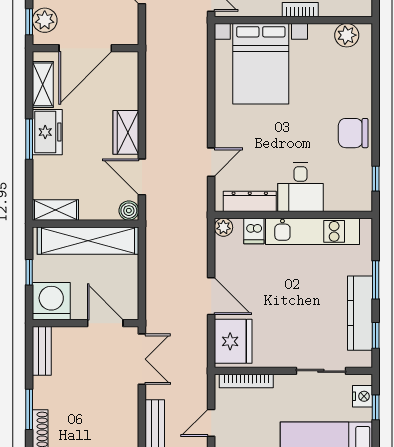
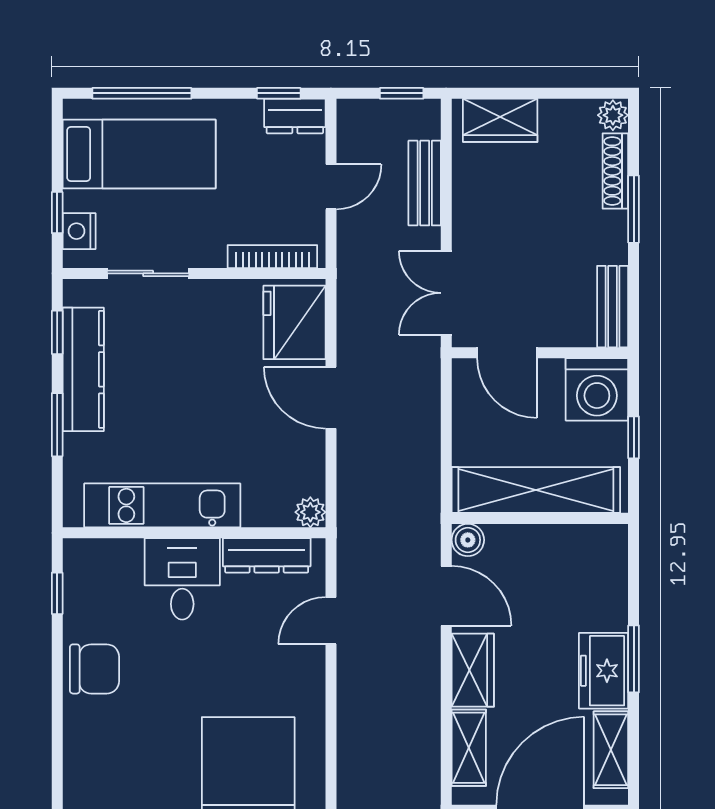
shelving: (55, 210) -> (469, 748), moved, turned 90
dishwasher: (254, 231) -> (260, 506), removed

